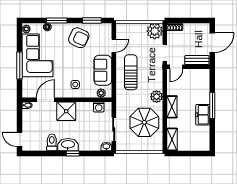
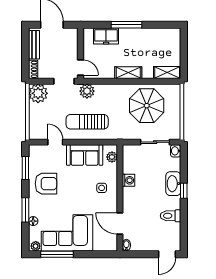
armchair: (79, 38) -> (46, 184), turned 66
bench: (197, 60) -> (34, 45), moved
window: (20, 66) -> (57, 254), moved
plant: (157, 97) -> (87, 91), moved
washing machine: (99, 107) -> (128, 180), moved
shower: (66, 111) -> (134, 199), removed
freezer: (203, 115) -> (106, 36), moved
washbasin: (68, 145) -> (173, 184), moved

